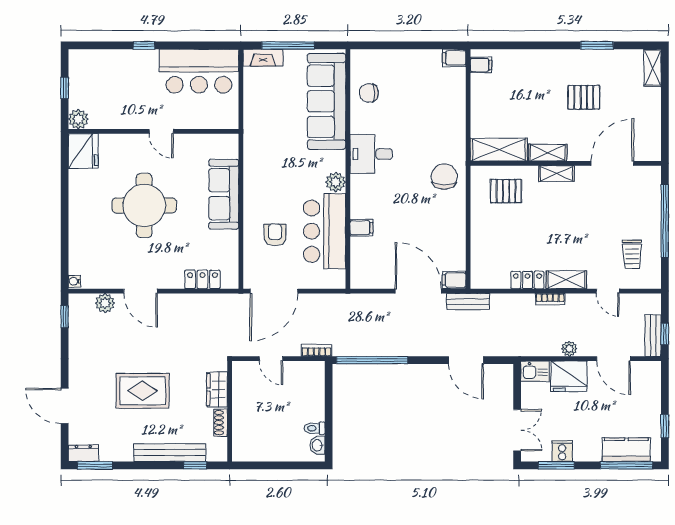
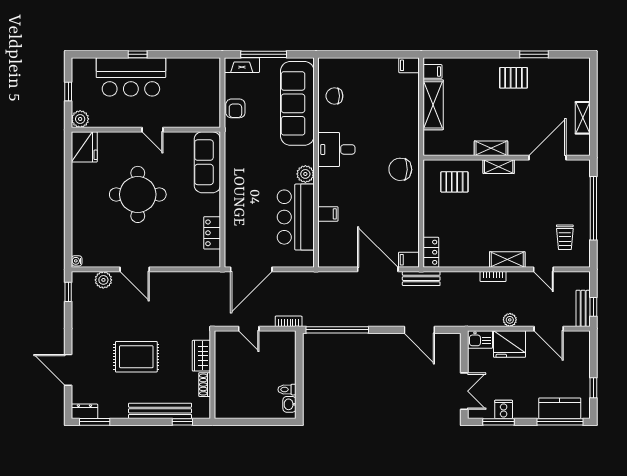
shelving: (653, 68) -> (583, 118), moved
bar counter: (199, 71) -> (131, 77), moved
pallet: (584, 97) -> (513, 78), moved
shelving: (499, 150) -> (433, 105), moved, turned 90
chair: (444, 177) -> (400, 169), turned -88
sofa: (224, 194) -> (207, 162), moved
armchair: (275, 235) -> (235, 108), moved, turned 180
locker: (202, 279) -> (212, 233), moved, turned -90
locker: (527, 280) -> (431, 252), moved, turned 90

